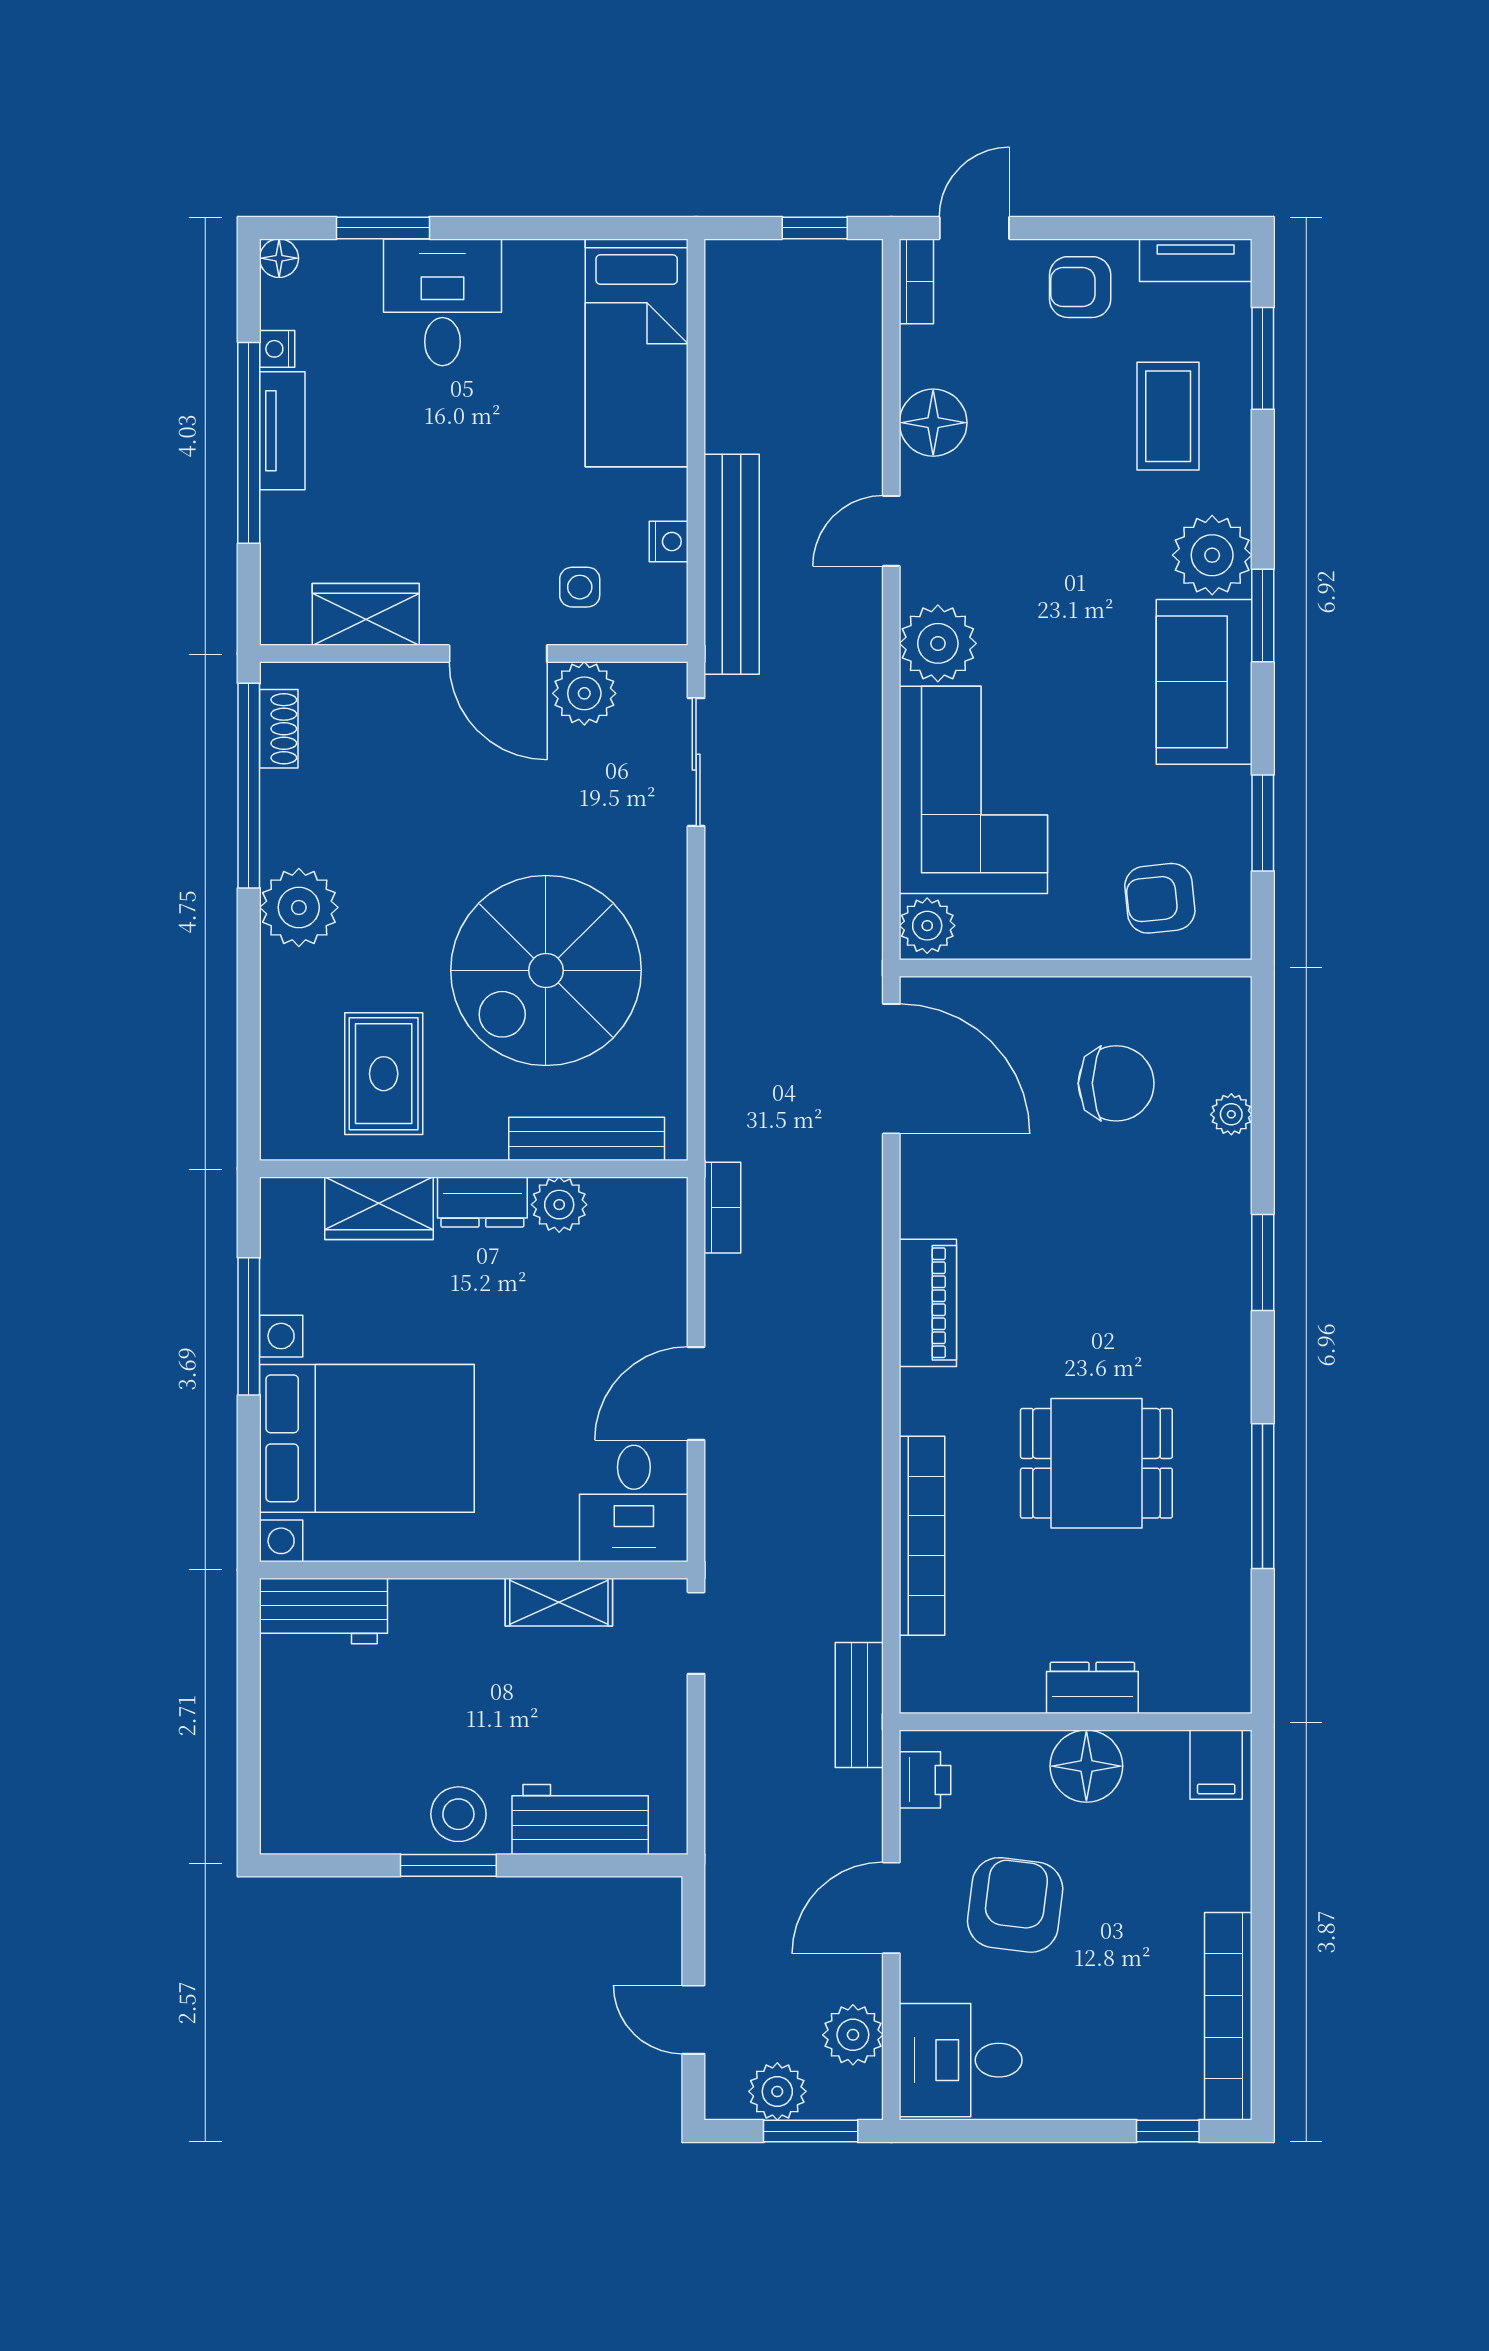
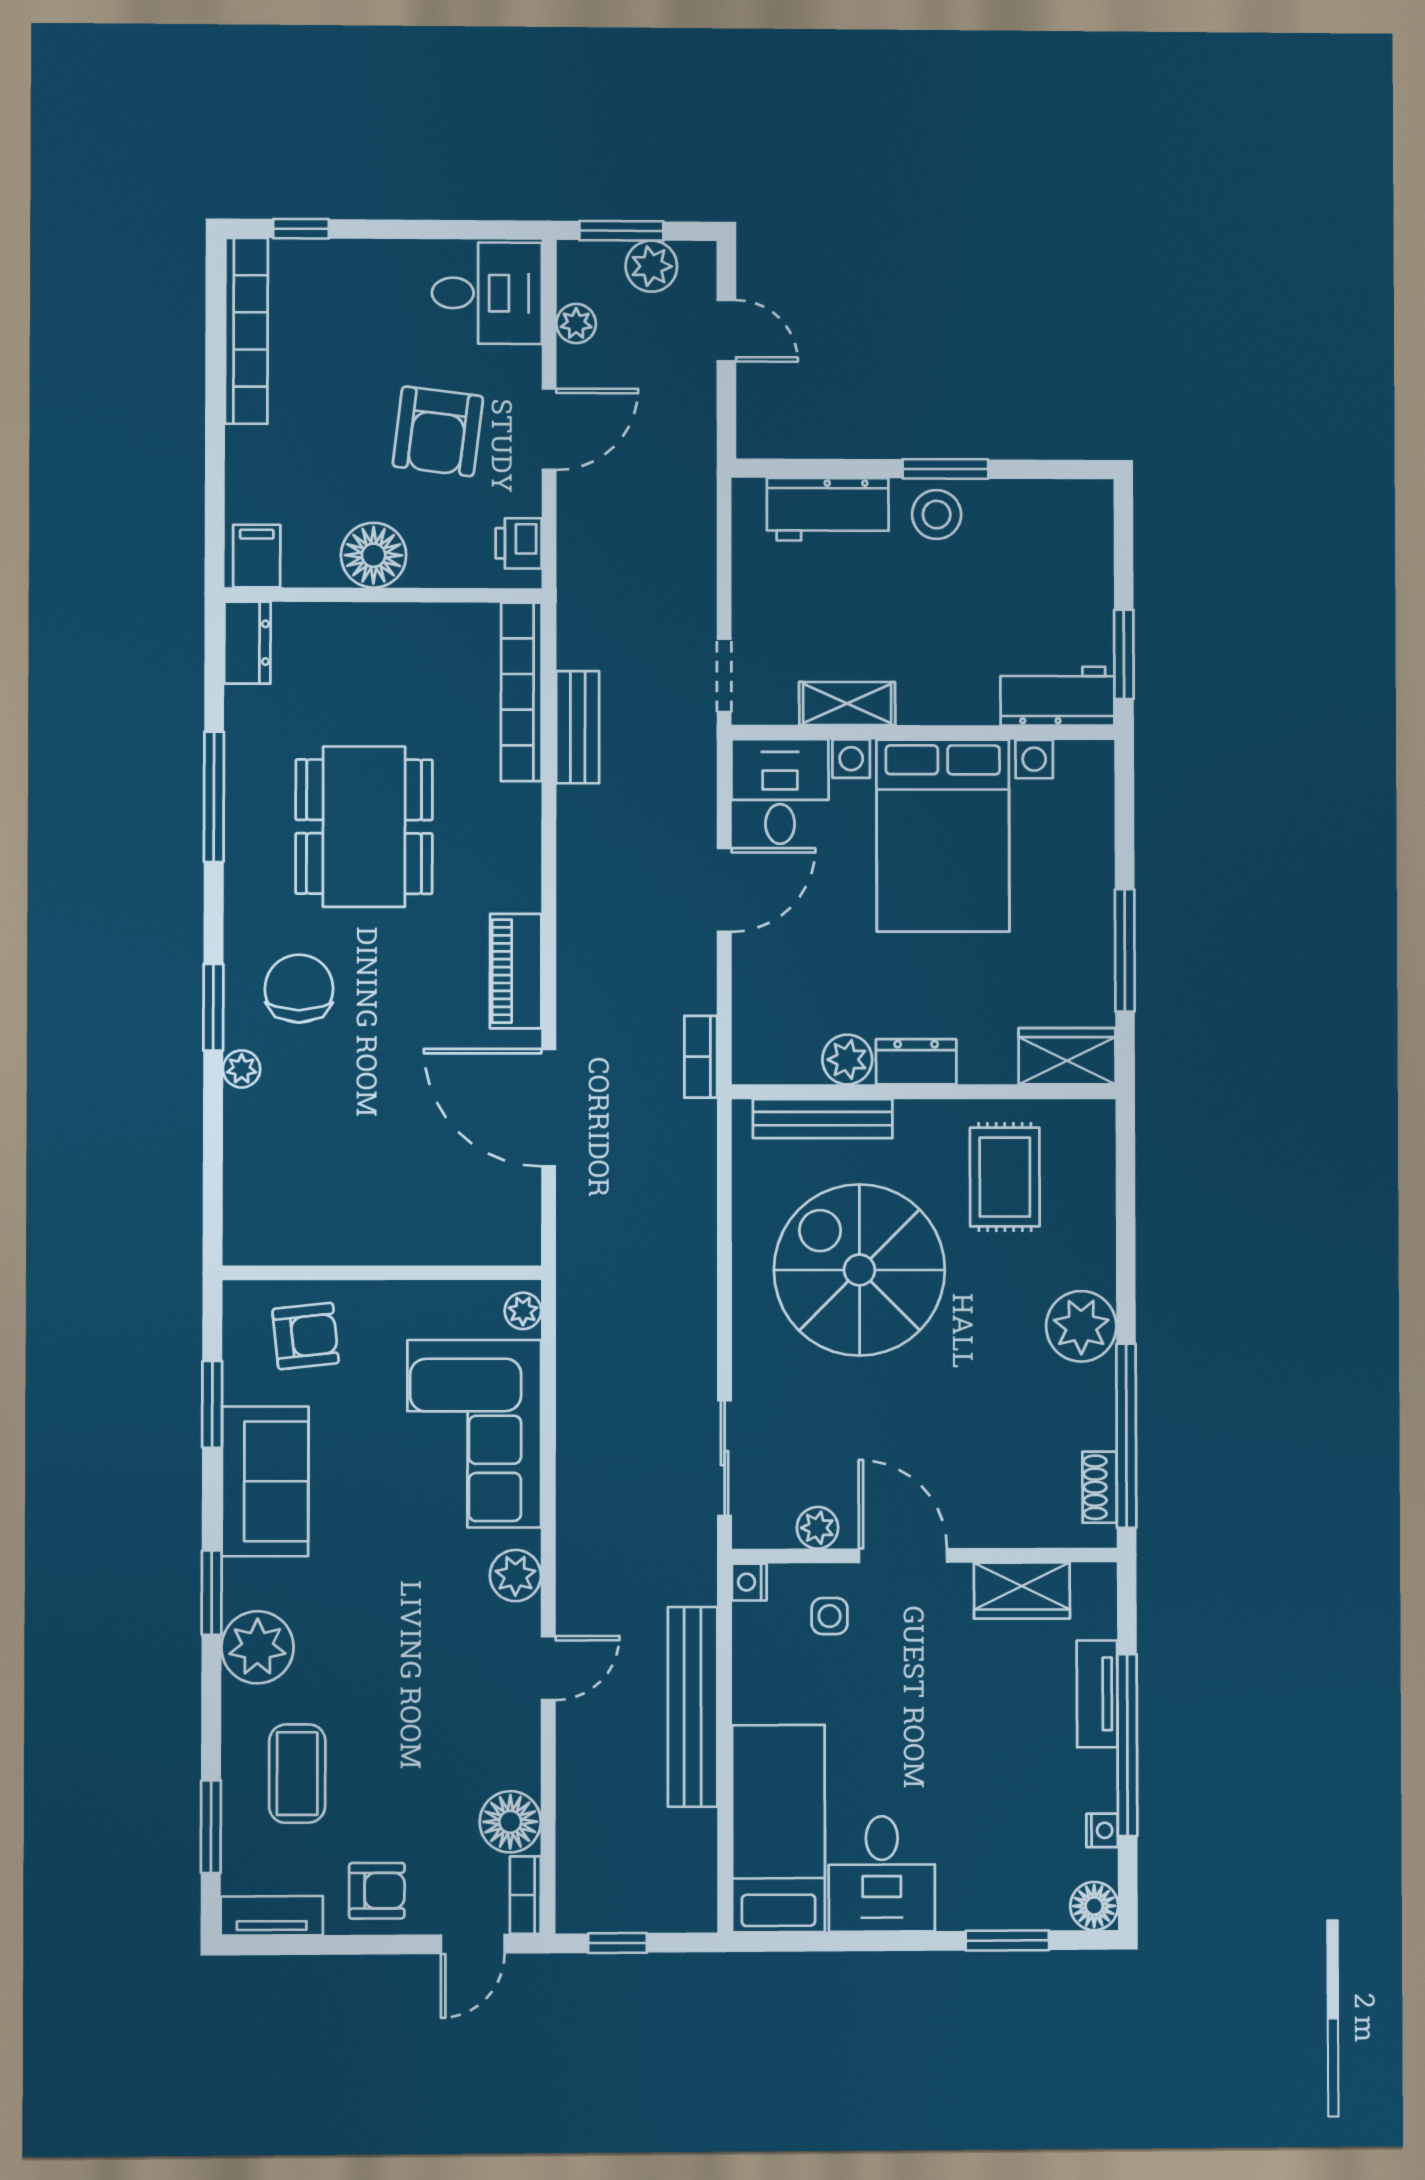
floor lamp: (279, 258) -> (1094, 1906), width x1.37, depth x1.37
desk: (442, 302) -> (882, 1874), moved
floor lamp: (933, 423) -> (510, 1822), moved
tv unit: (282, 431) -> (1097, 1694), moved
nightstand: (669, 542) -> (749, 1582), moved
bench: (732, 564) -> (693, 1707), moved
plant: (938, 643) -> (515, 1576), width x0.73, depth x0.73
sofa: (1204, 682) -> (265, 1481), moved
plant: (584, 693) -> (818, 1528), width x0.73, depth x0.73
plant: (927, 926) -> (523, 1311), width x0.73, depth x0.73
spiral stairs: (546, 970) -> (859, 1270), turned -90
door: (891, 1069) -> (549, 1108), moved
chair: (1116, 1083) -> (299, 989), moved, turned 90
plant: (1231, 1114) -> (242, 1069), moved
wardrobe: (379, 1208) -> (1067, 1056), moved
bed with nightstands: (367, 1438) -> (943, 836), moved, turned -90
dining table: (1096, 1463) -> (364, 827), width x1.38
bookcase: (922, 1536) -> (521, 692), moved
window: (249, 1658) -> (1124, 654), added
dresser: (1092, 1688) -> (247, 643), moved, turned -90
bench: (859, 1705) -> (578, 727), moved
plant: (853, 2035) -> (576, 324), width x0.73, depth x0.73

